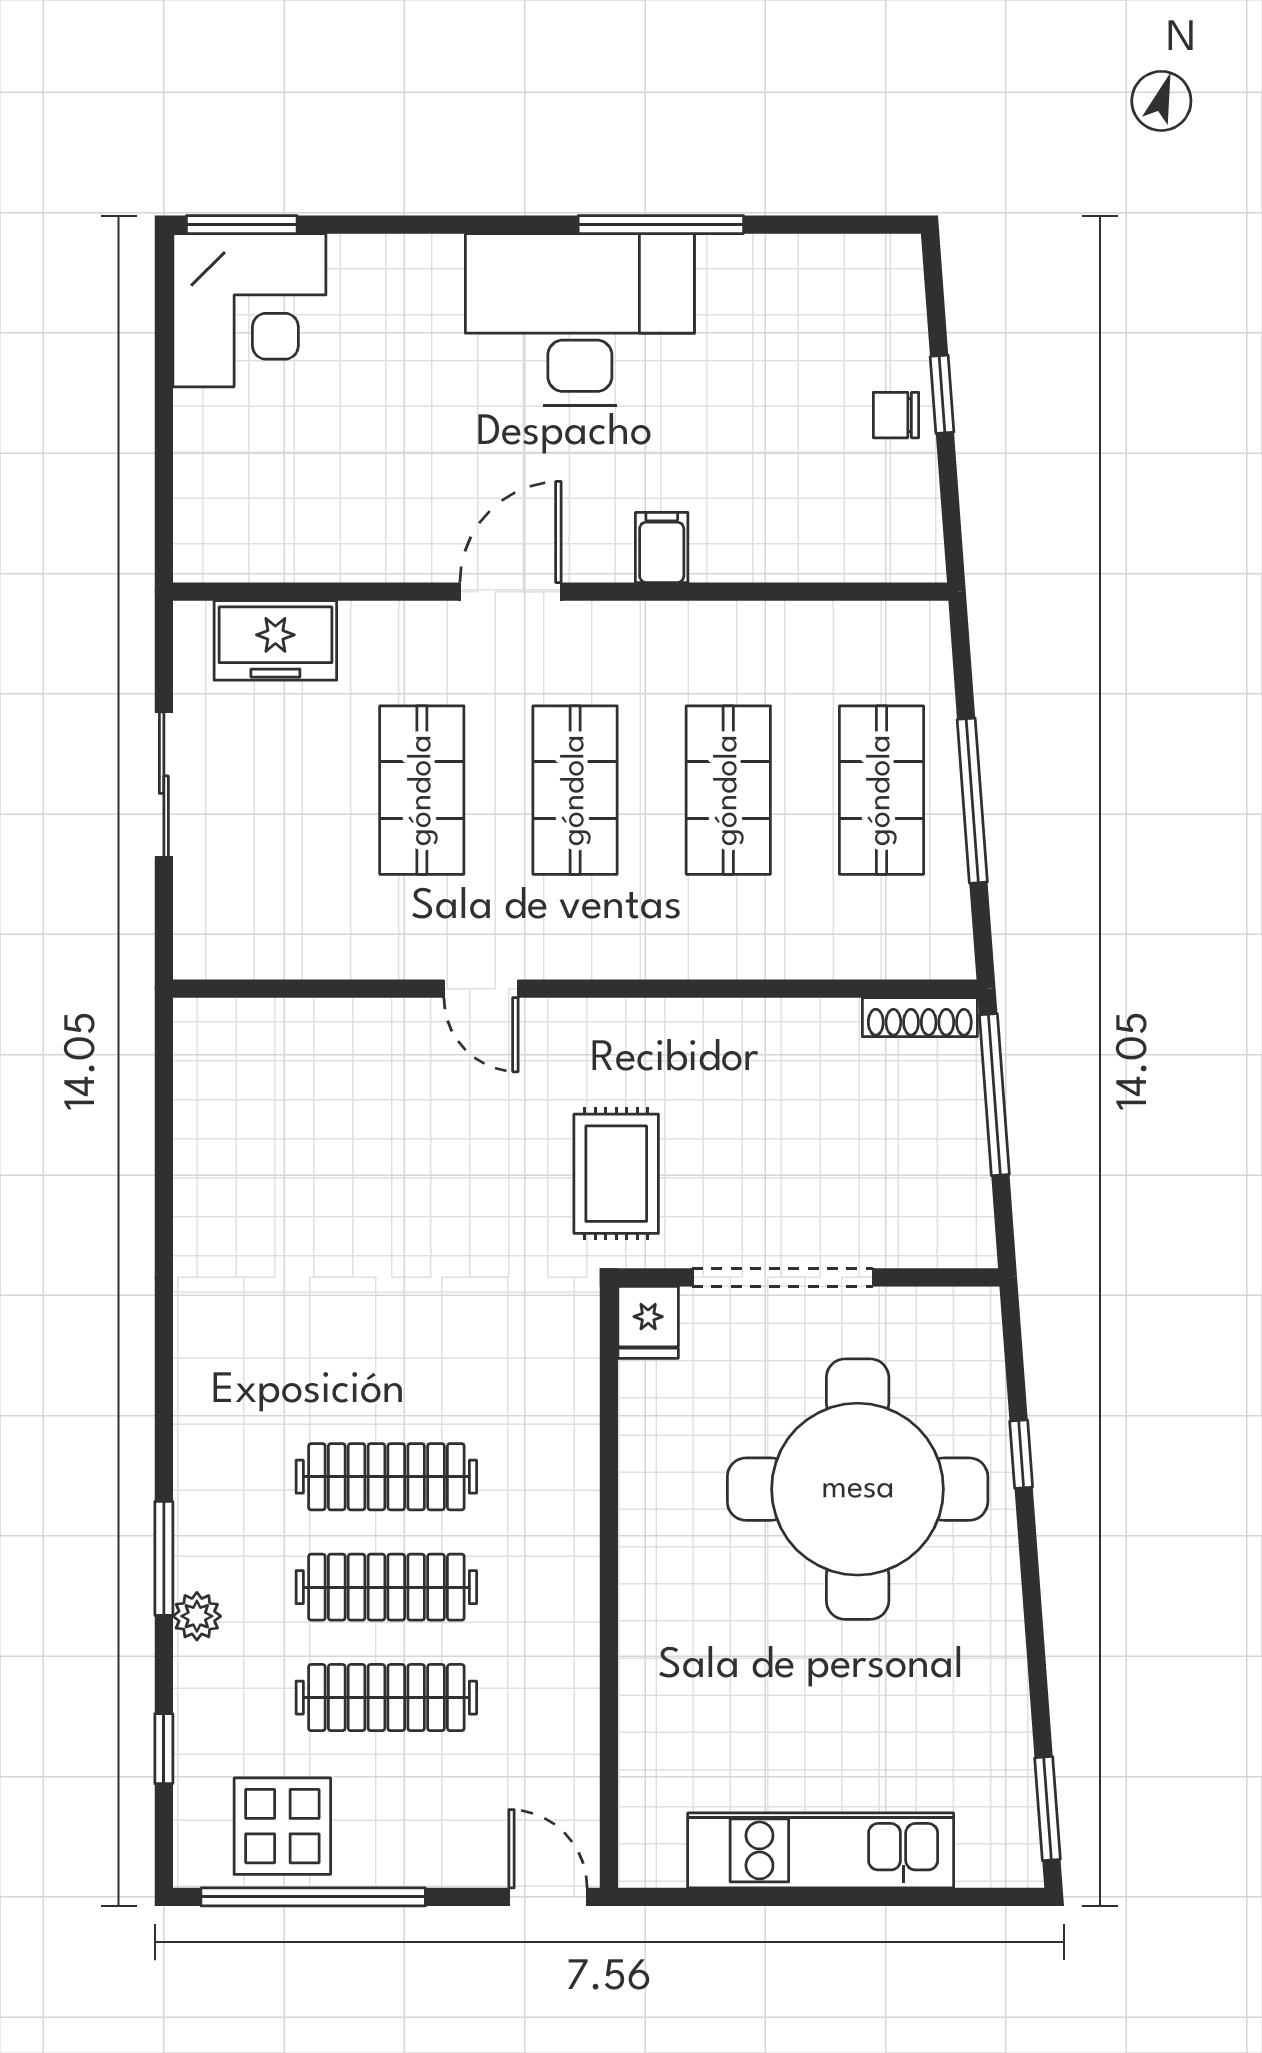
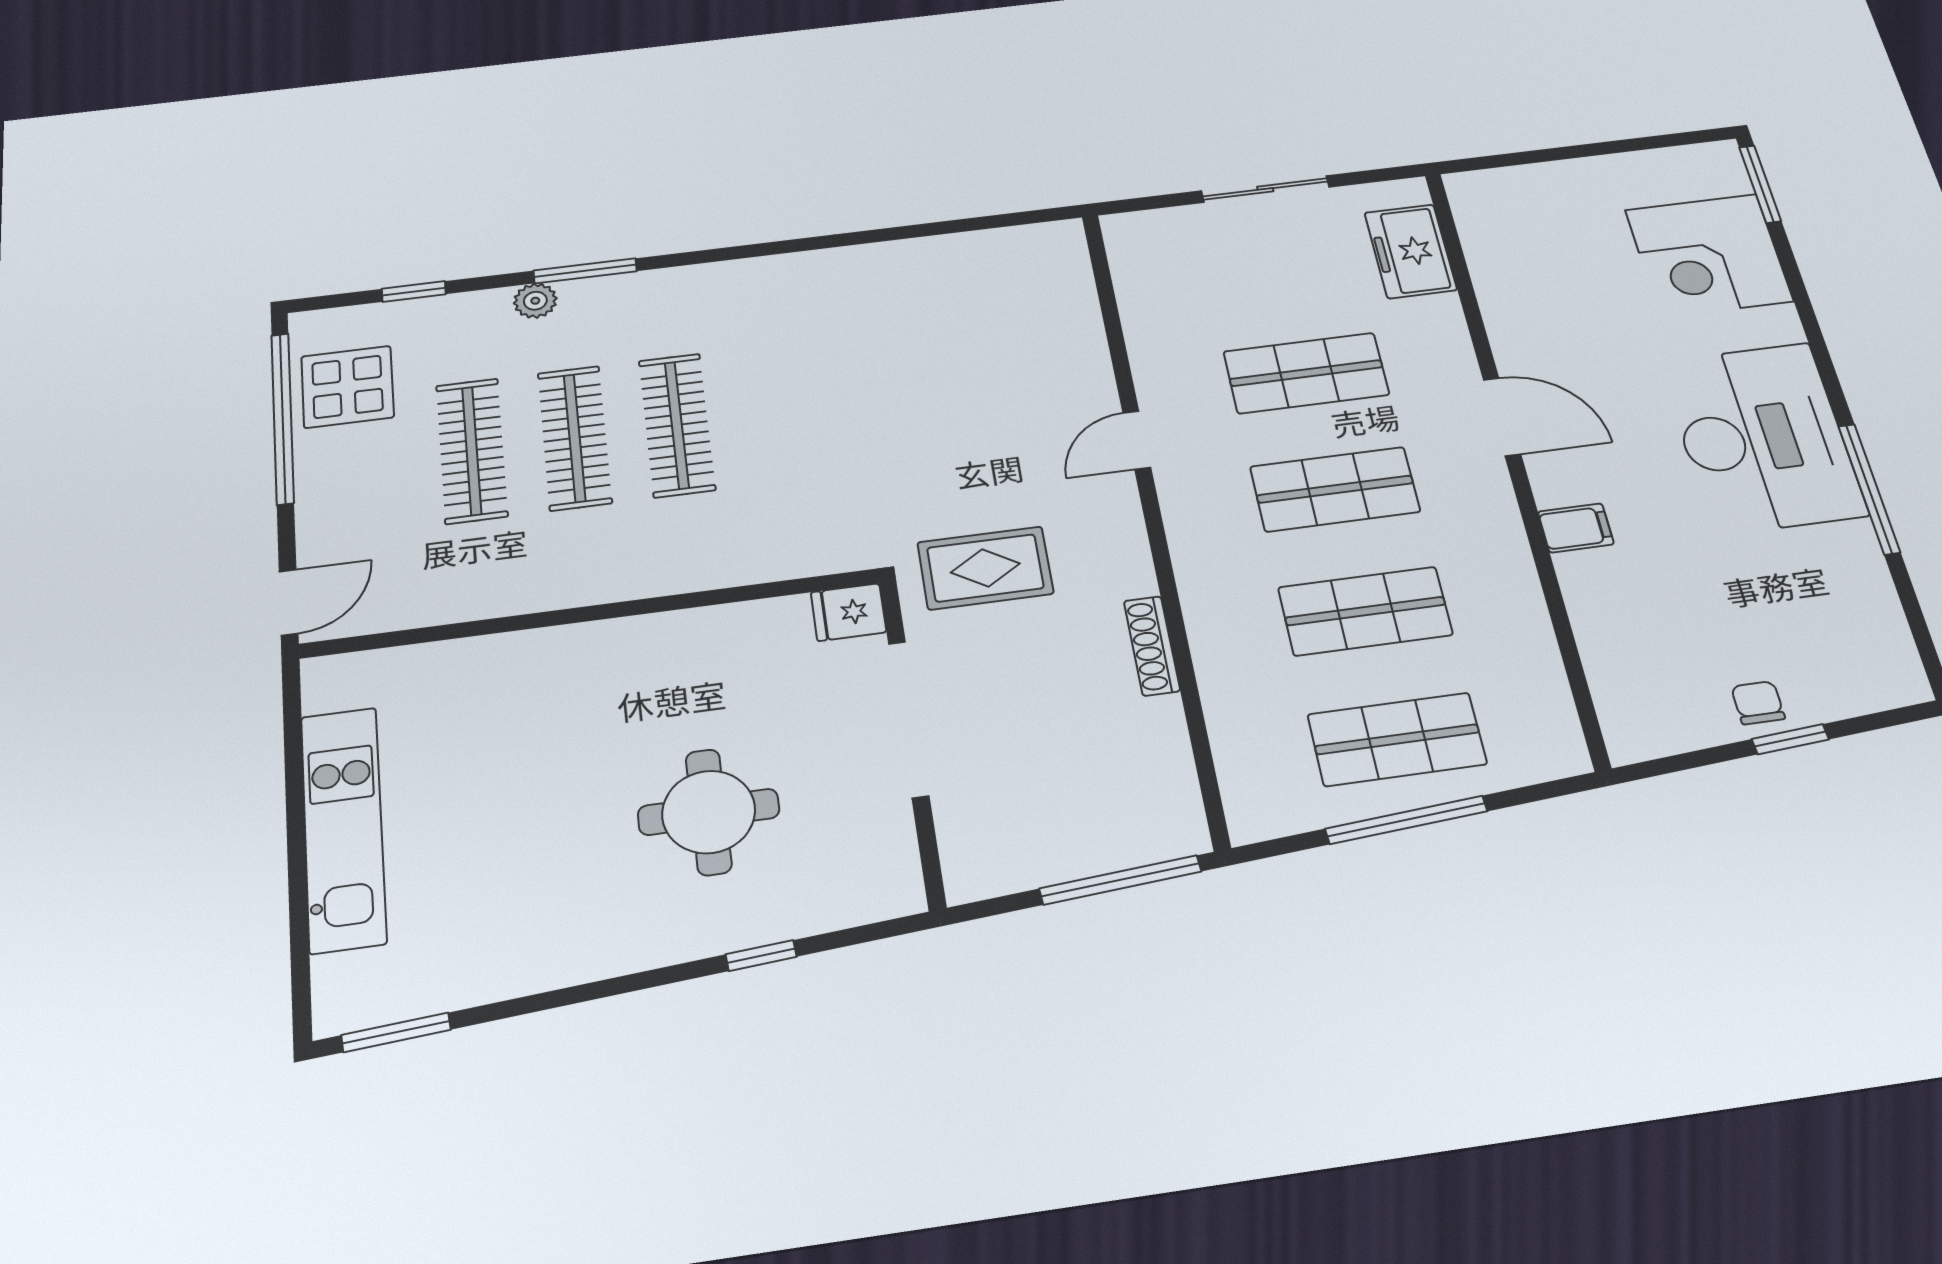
corner desk: (249, 310) -> (1709, 255), moved
shoe rack: (920, 1017) -> (1152, 646), moved
round table: (858, 1489) -> (709, 812), width x0.54, depth x0.54

